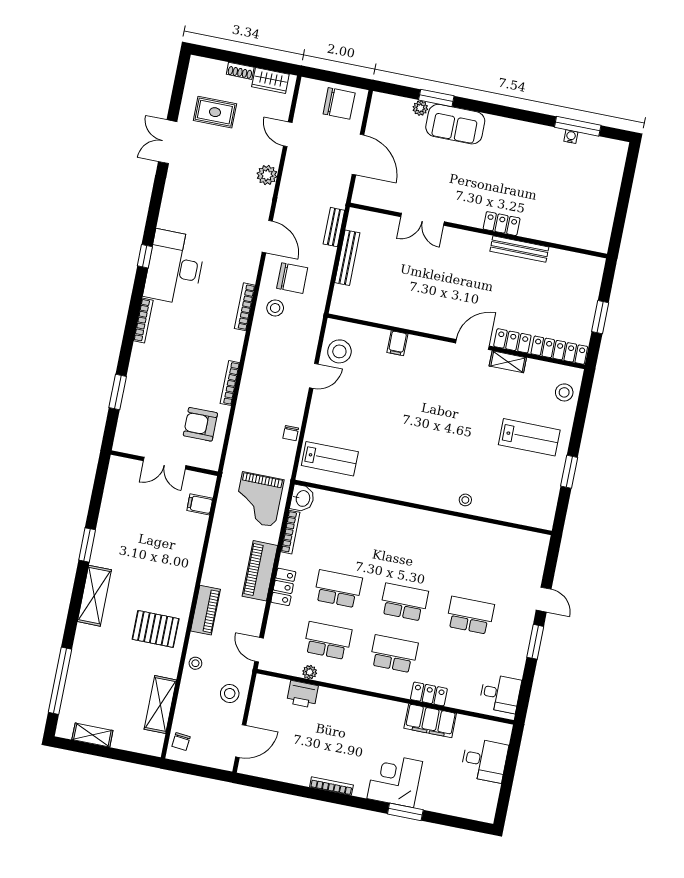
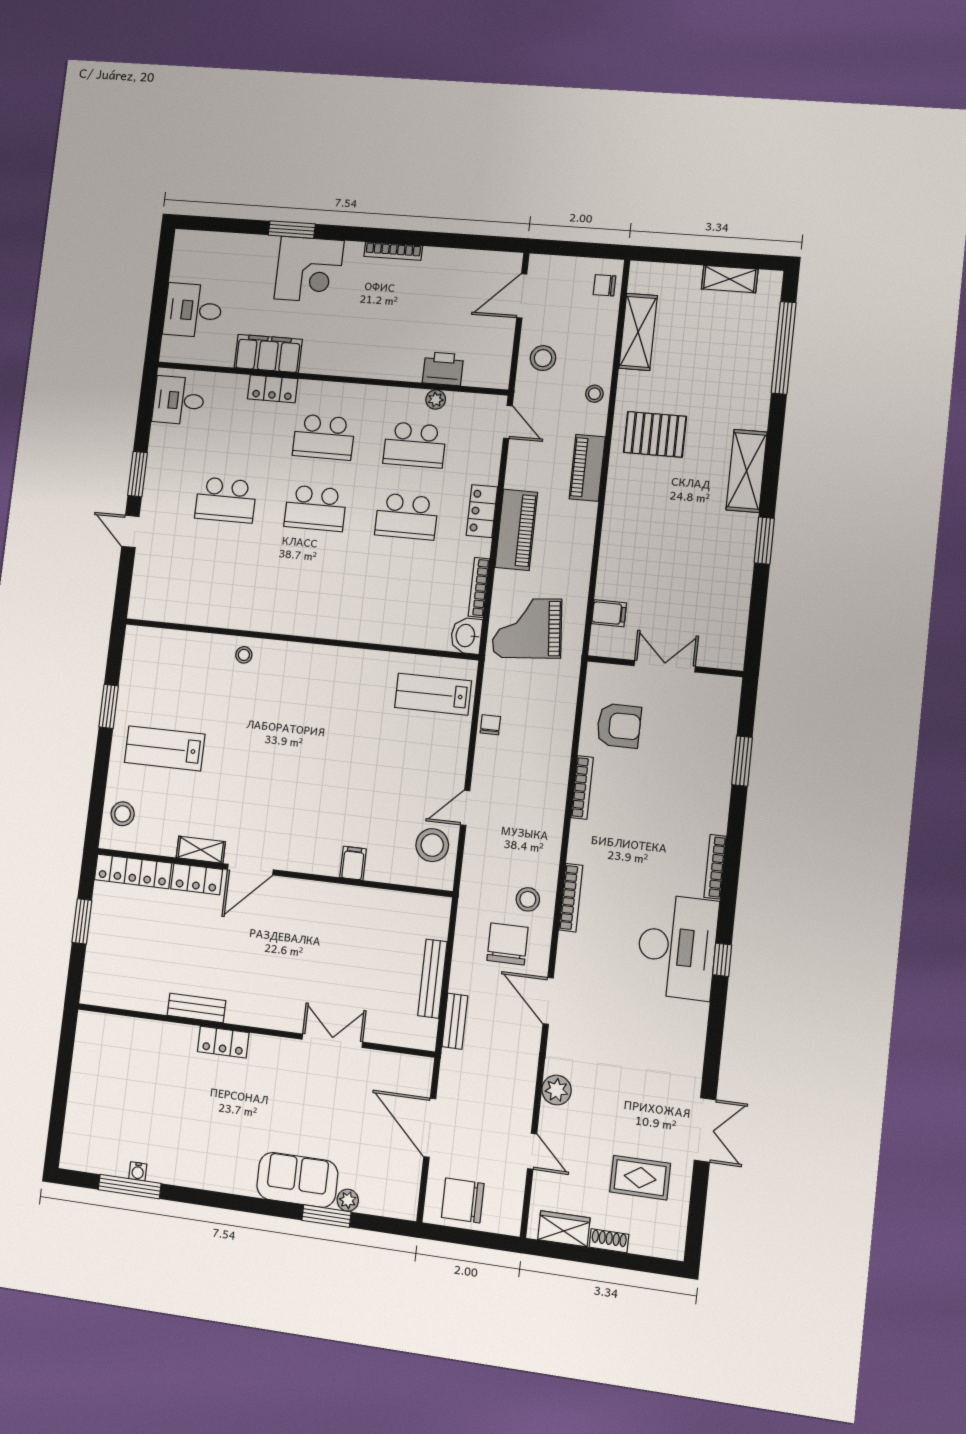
bench: (519, 249) -> (196, 1008), width x0.73
chair: (292, 278) -> (508, 944), turned 90
grand piano: (259, 499) -> (527, 628), turned -95
chair: (181, 741) -> (604, 285), turned -96

